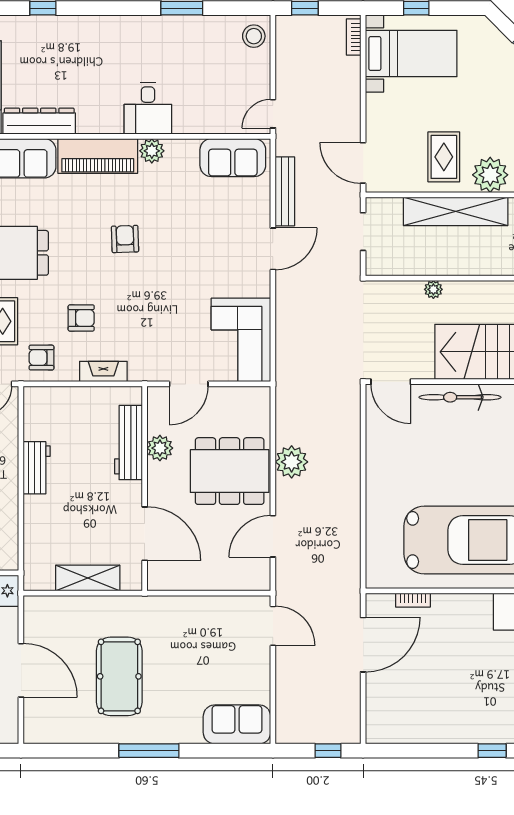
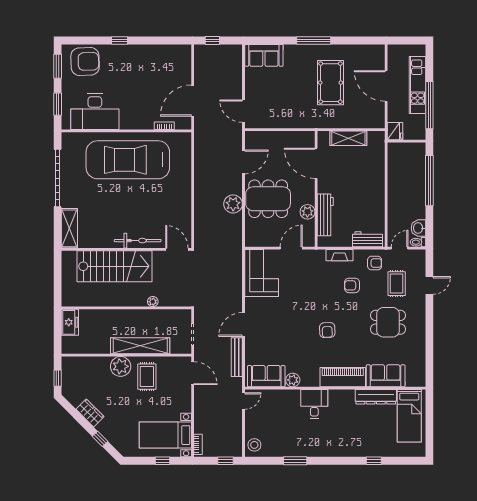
plant: (152, 151) -> (293, 380), moved
workbench: (37, 468) -> (367, 239), moved, turned 90

